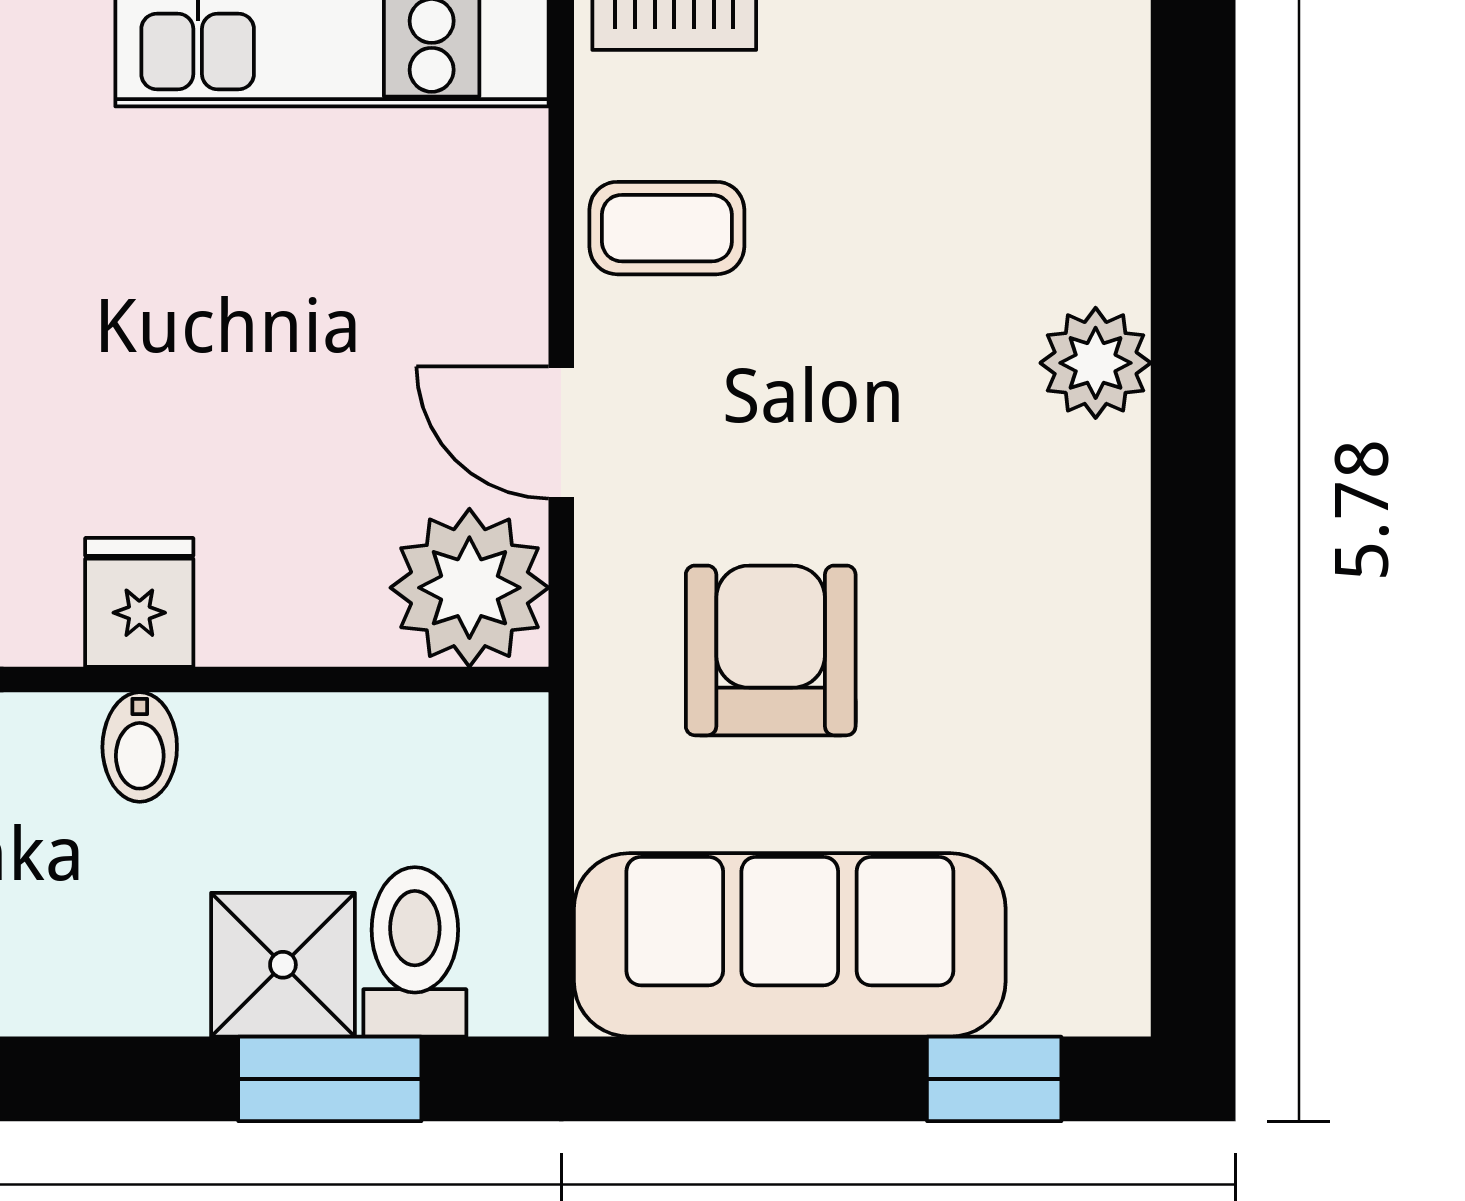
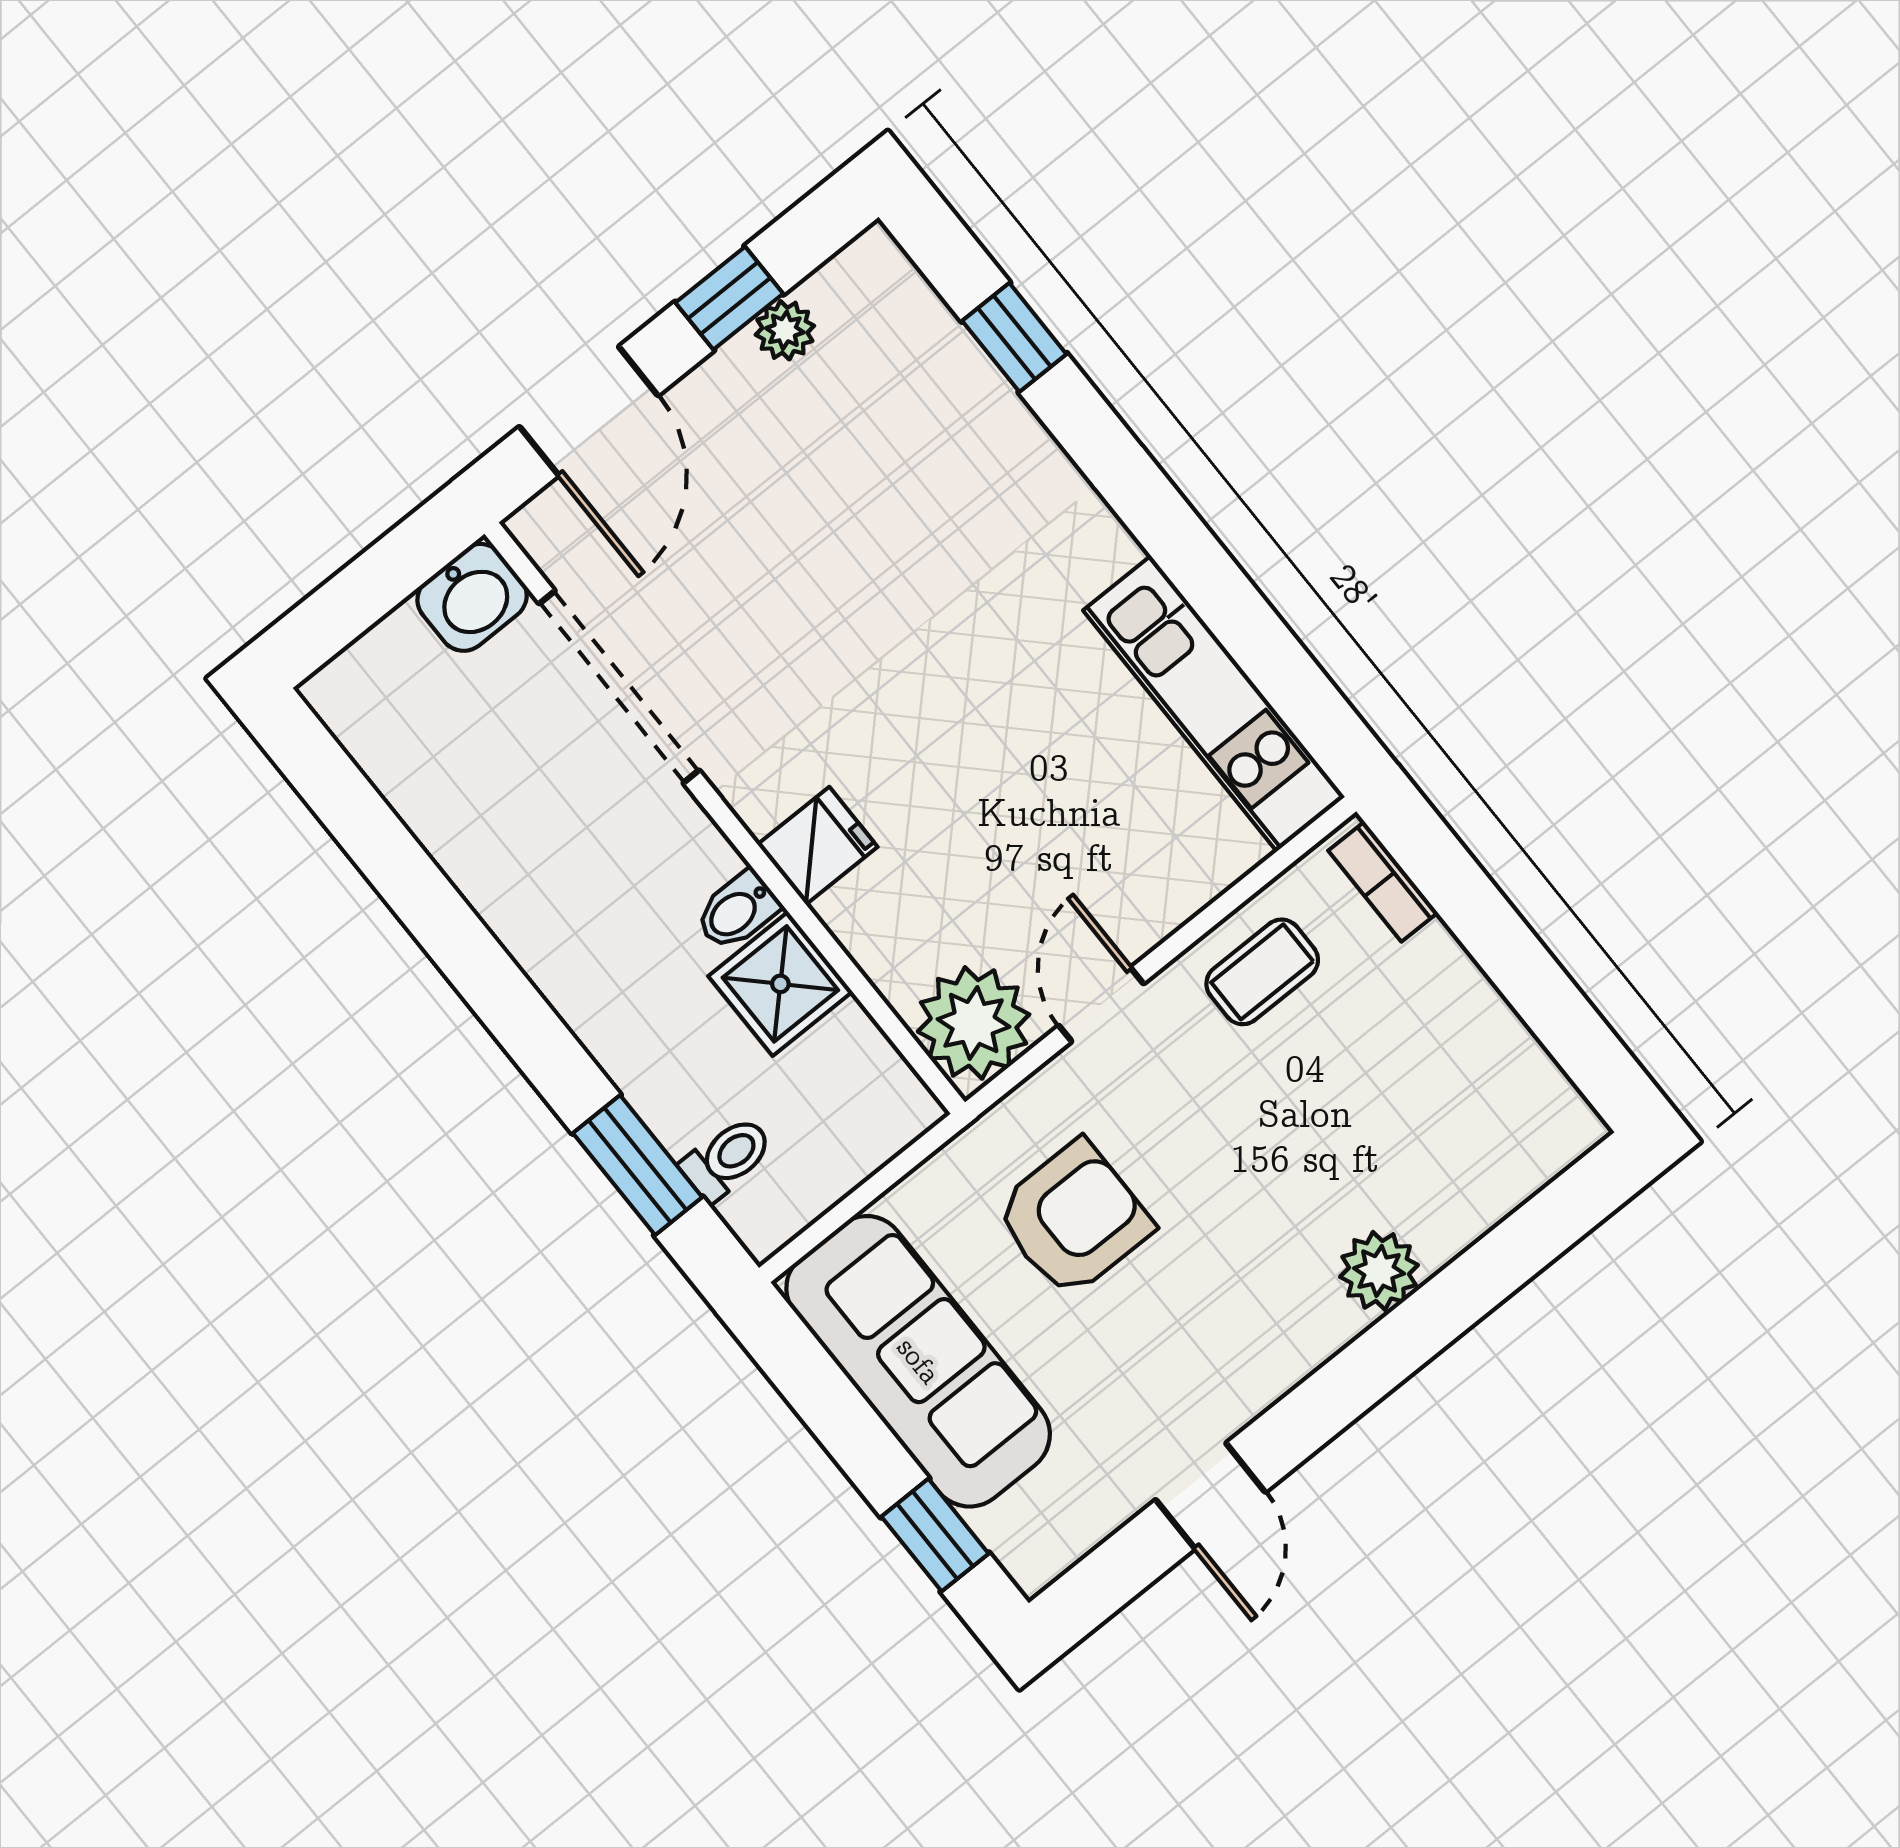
coffee table: (667, 228) -> (1262, 972), turned 90
door: (1193, 744) -> (1210, 1496), added
toilet: (415, 952) -> (727, 1158), width x0.73, depth x0.72
shower: (283, 965) -> (780, 984), moved

